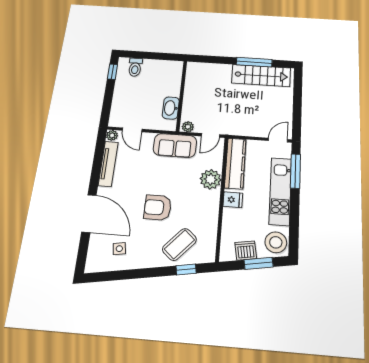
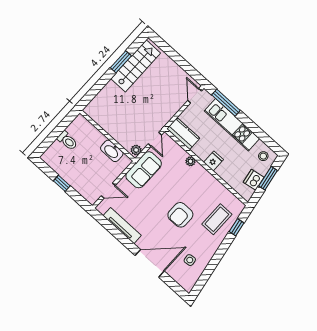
window: (254, 62) -> (121, 62), width x0.69
toilet: (135, 67) -> (67, 141), moved
window: (112, 72) -> (62, 183), moved
plant: (112, 135) -> (102, 208), removed
kitchen counter: (235, 163) -> (183, 134), width x0.67
plant: (211, 179) -> (190, 161), width x0.53, depth x0.53
stool: (276, 242) -> (263, 156), width x0.53, depth x0.53
coffee table: (179, 244) -> (217, 219), turned 48

